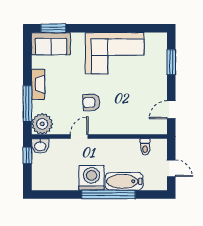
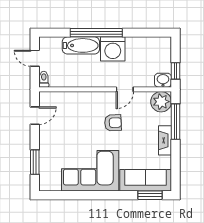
sofa: (51, 44) -> (146, 180), width x1.36
toilet: (145, 147) -> (44, 79), moved

